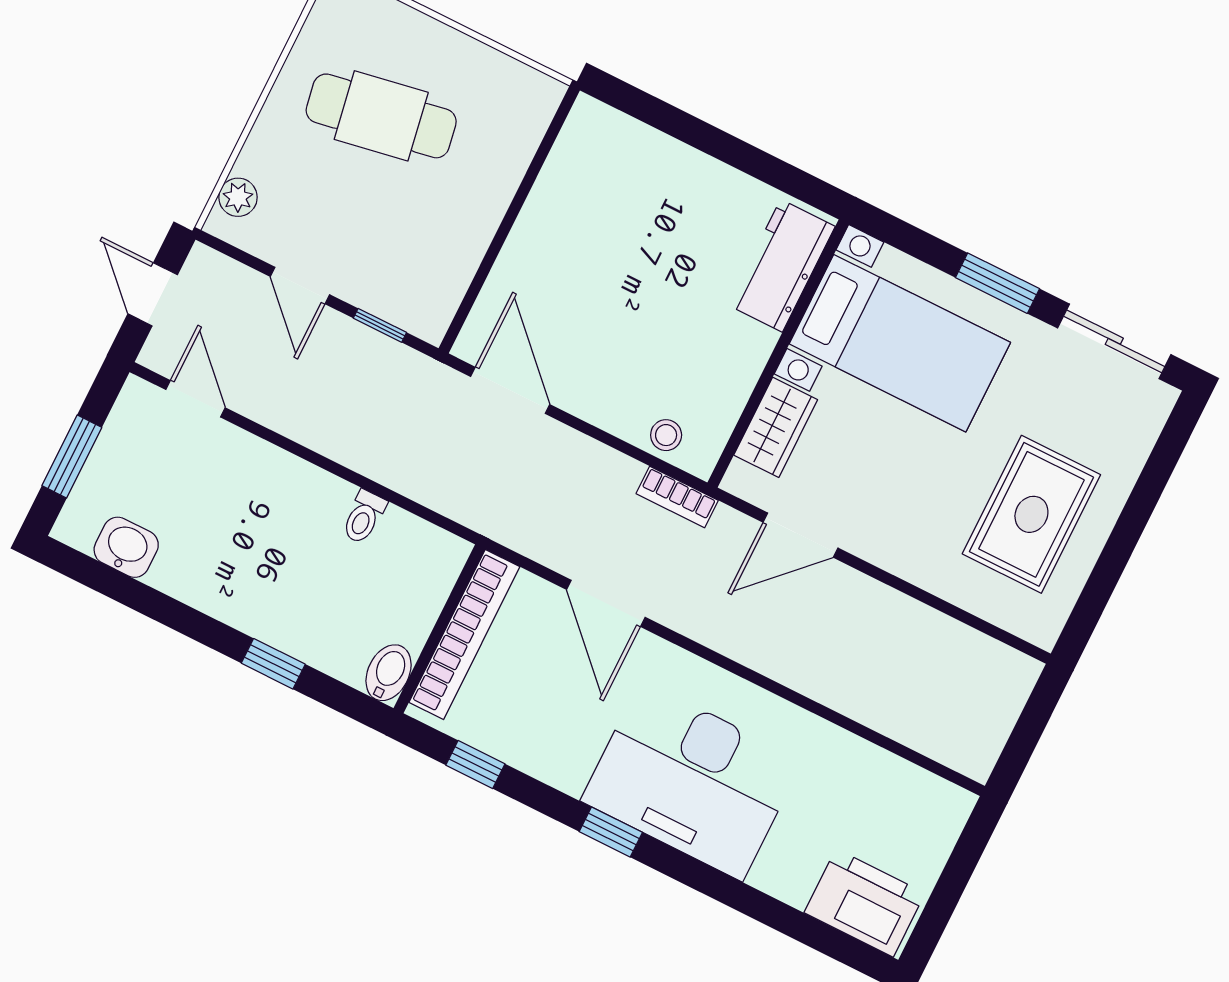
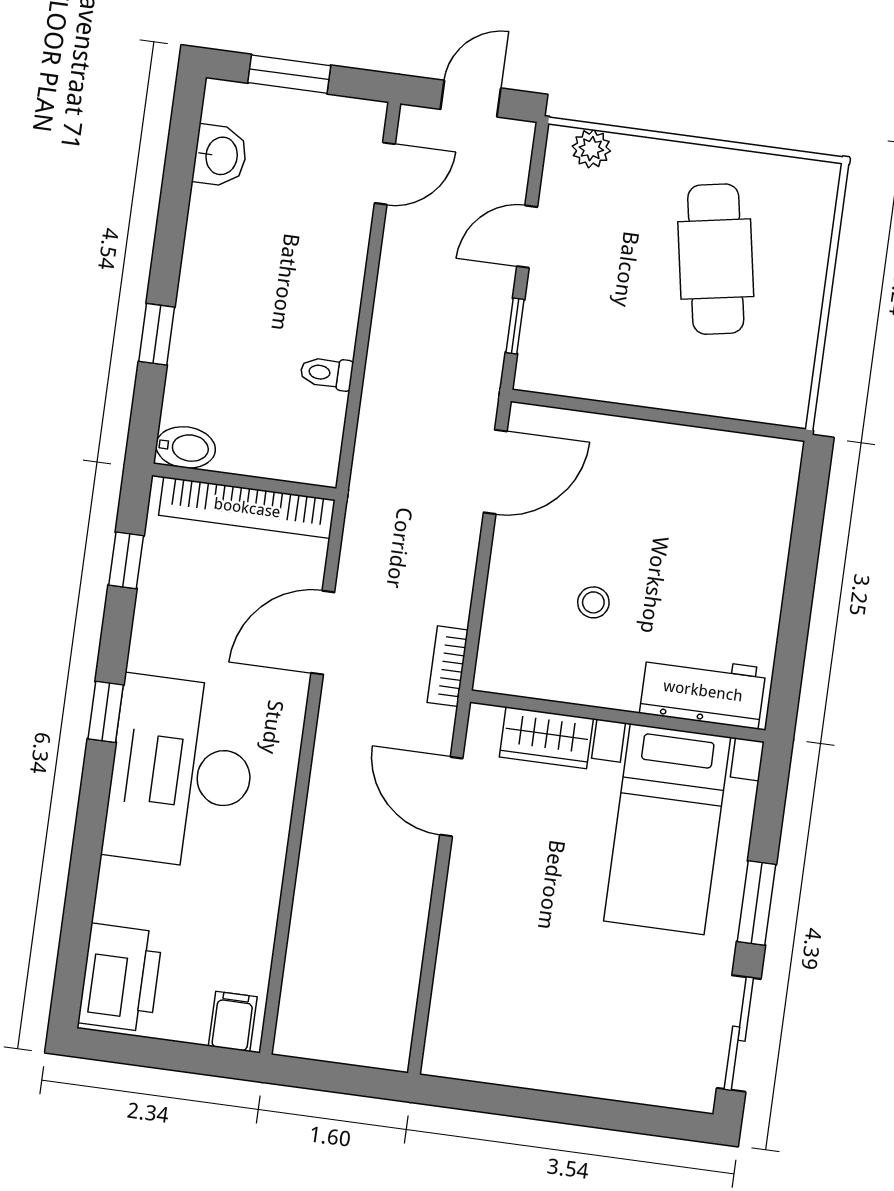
stool: (666, 435) -> (593, 602), moved
rug: (1031, 514) -> (546, 1011), removed
filing cabinet: (941, 812) -> (233, 1021), added

